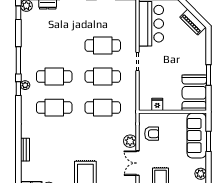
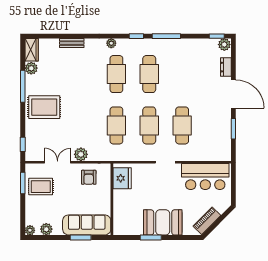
plant: (25, 85) -> (111, 43), moved
booth: (194, 93) -> (163, 222), moved
fridge: (157, 104) -> (122, 178), width x1.88, depth x1.34

